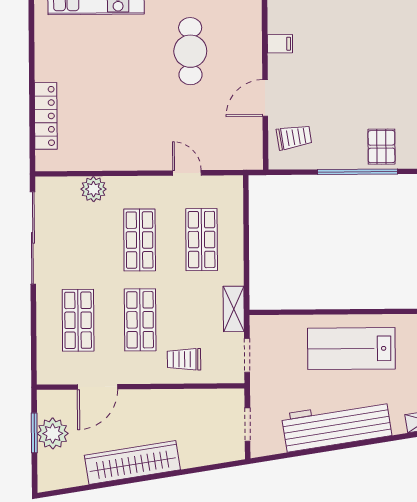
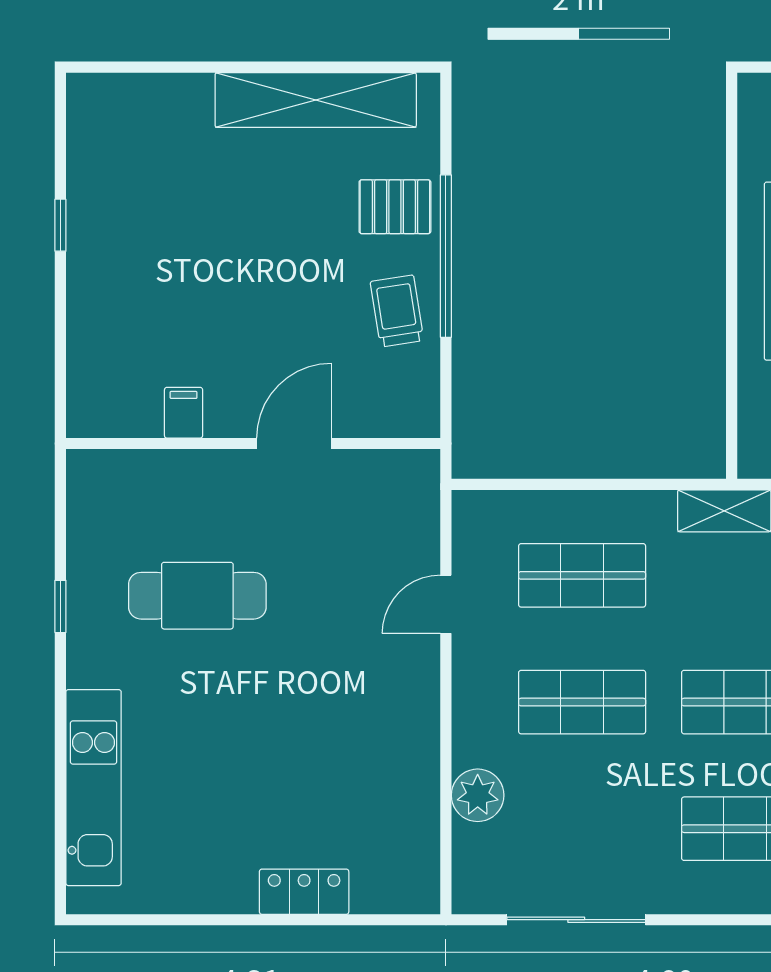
door: (265, 98) -> (294, 444), swing flipped
locker: (46, 116) -> (304, 892), width x0.66
trolley: (294, 137) -> (397, 311), moved
sliding door: (33, 238) -> (576, 920), width x0.73

